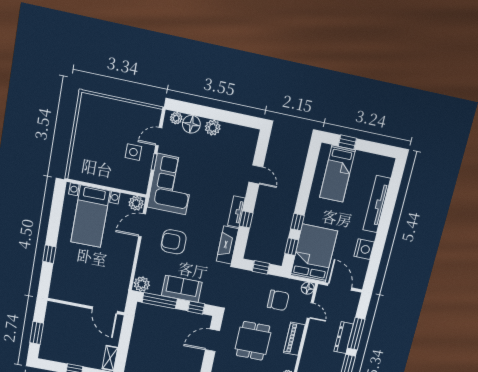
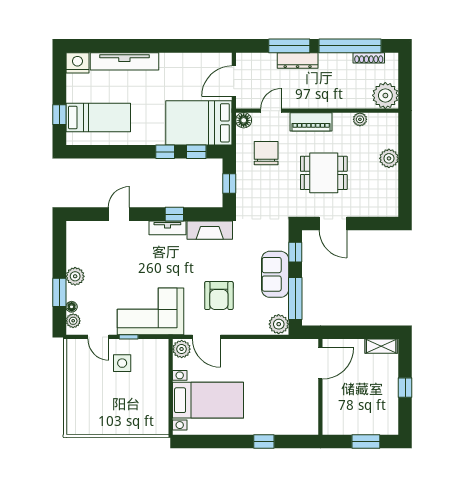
window: (202, 111) -> (59, 292), added
floor lamp: (191, 124) -> (72, 307), width x0.53, depth x0.53
nightstand: (364, 249) -> (77, 63), moved

